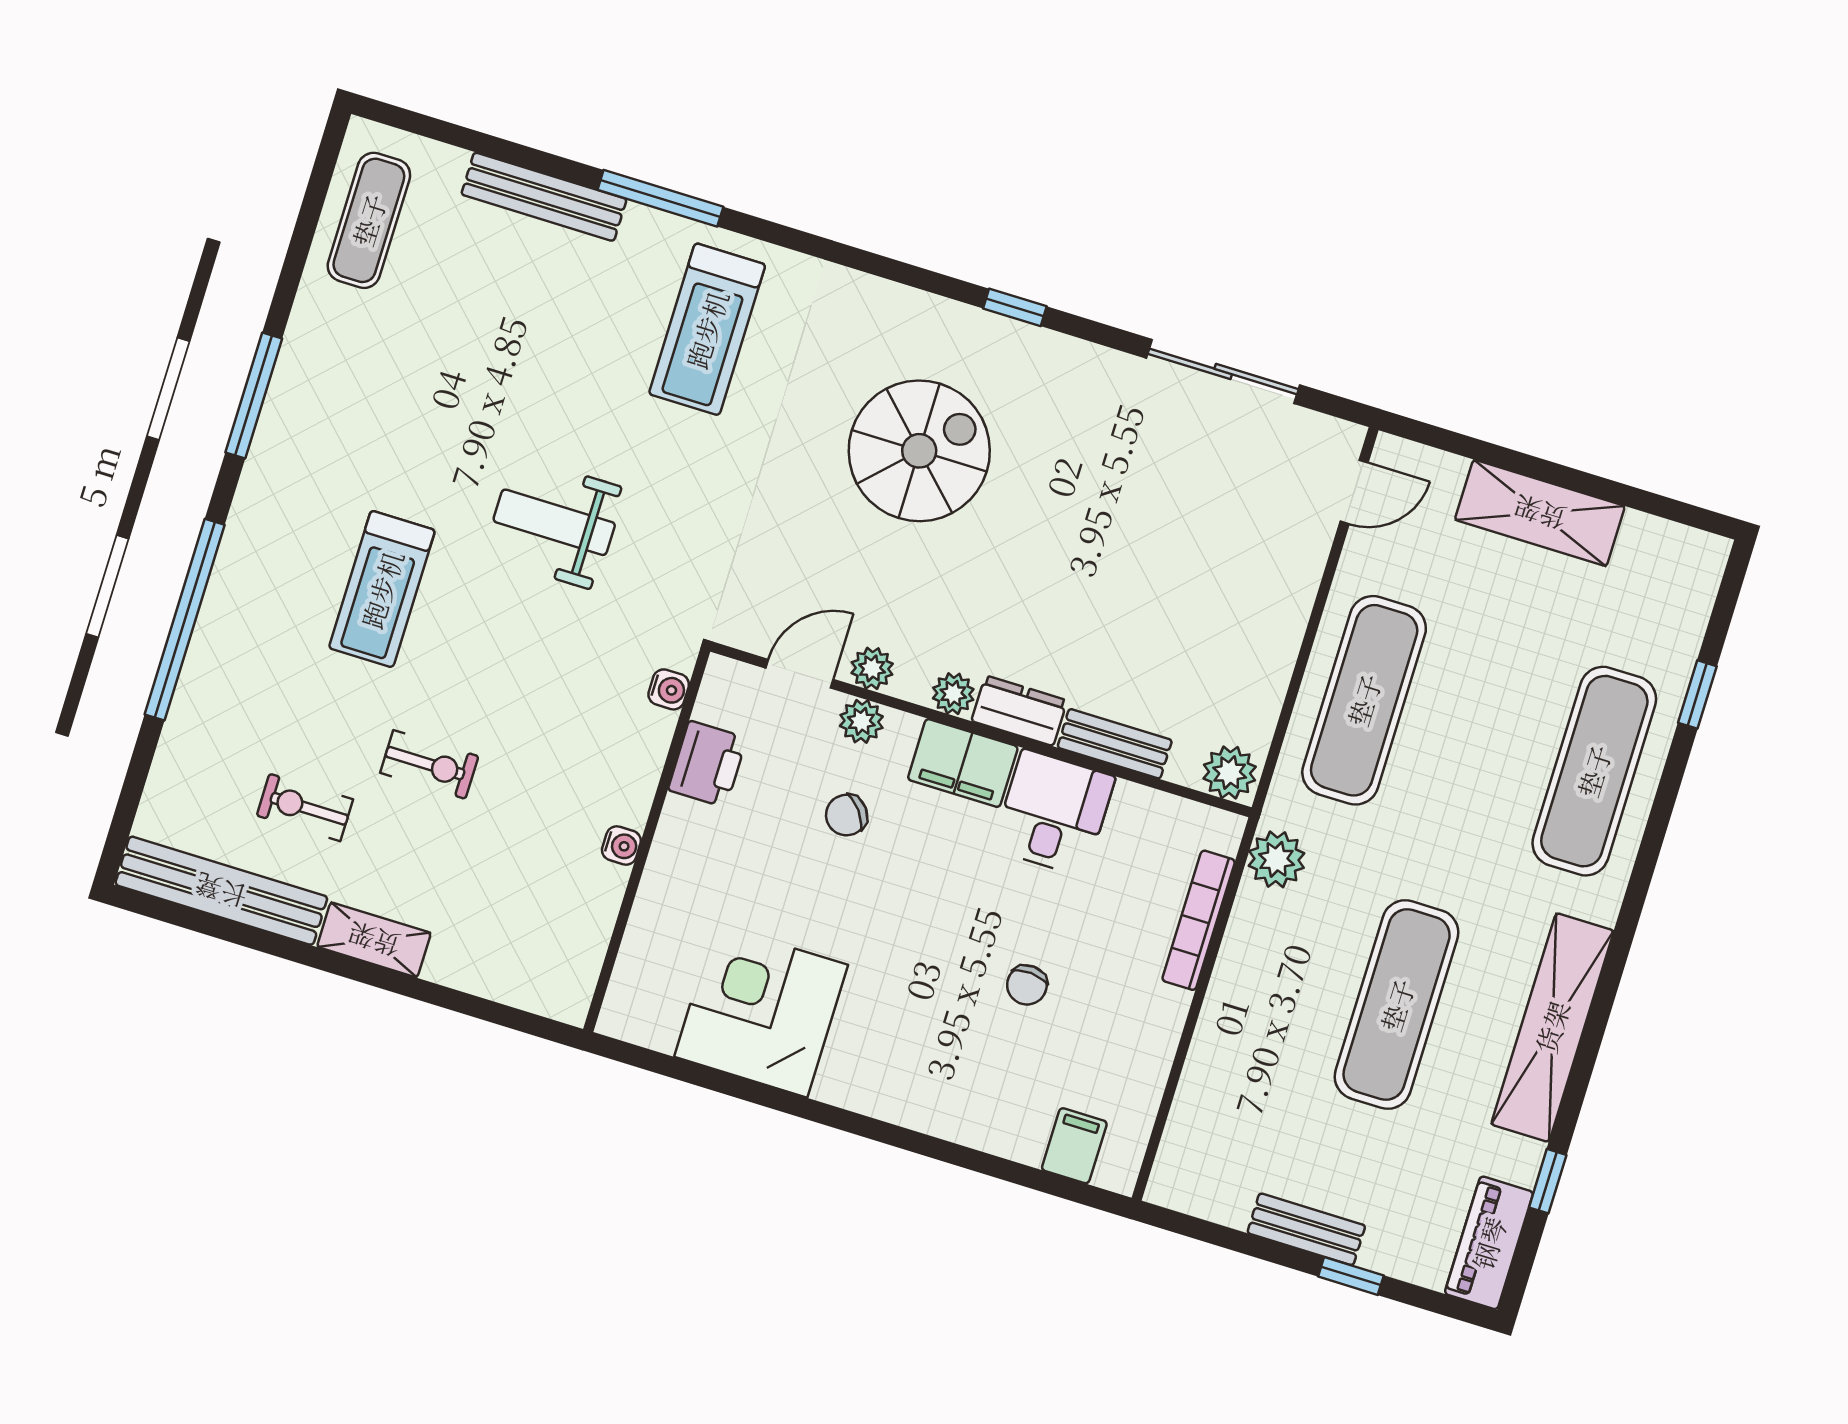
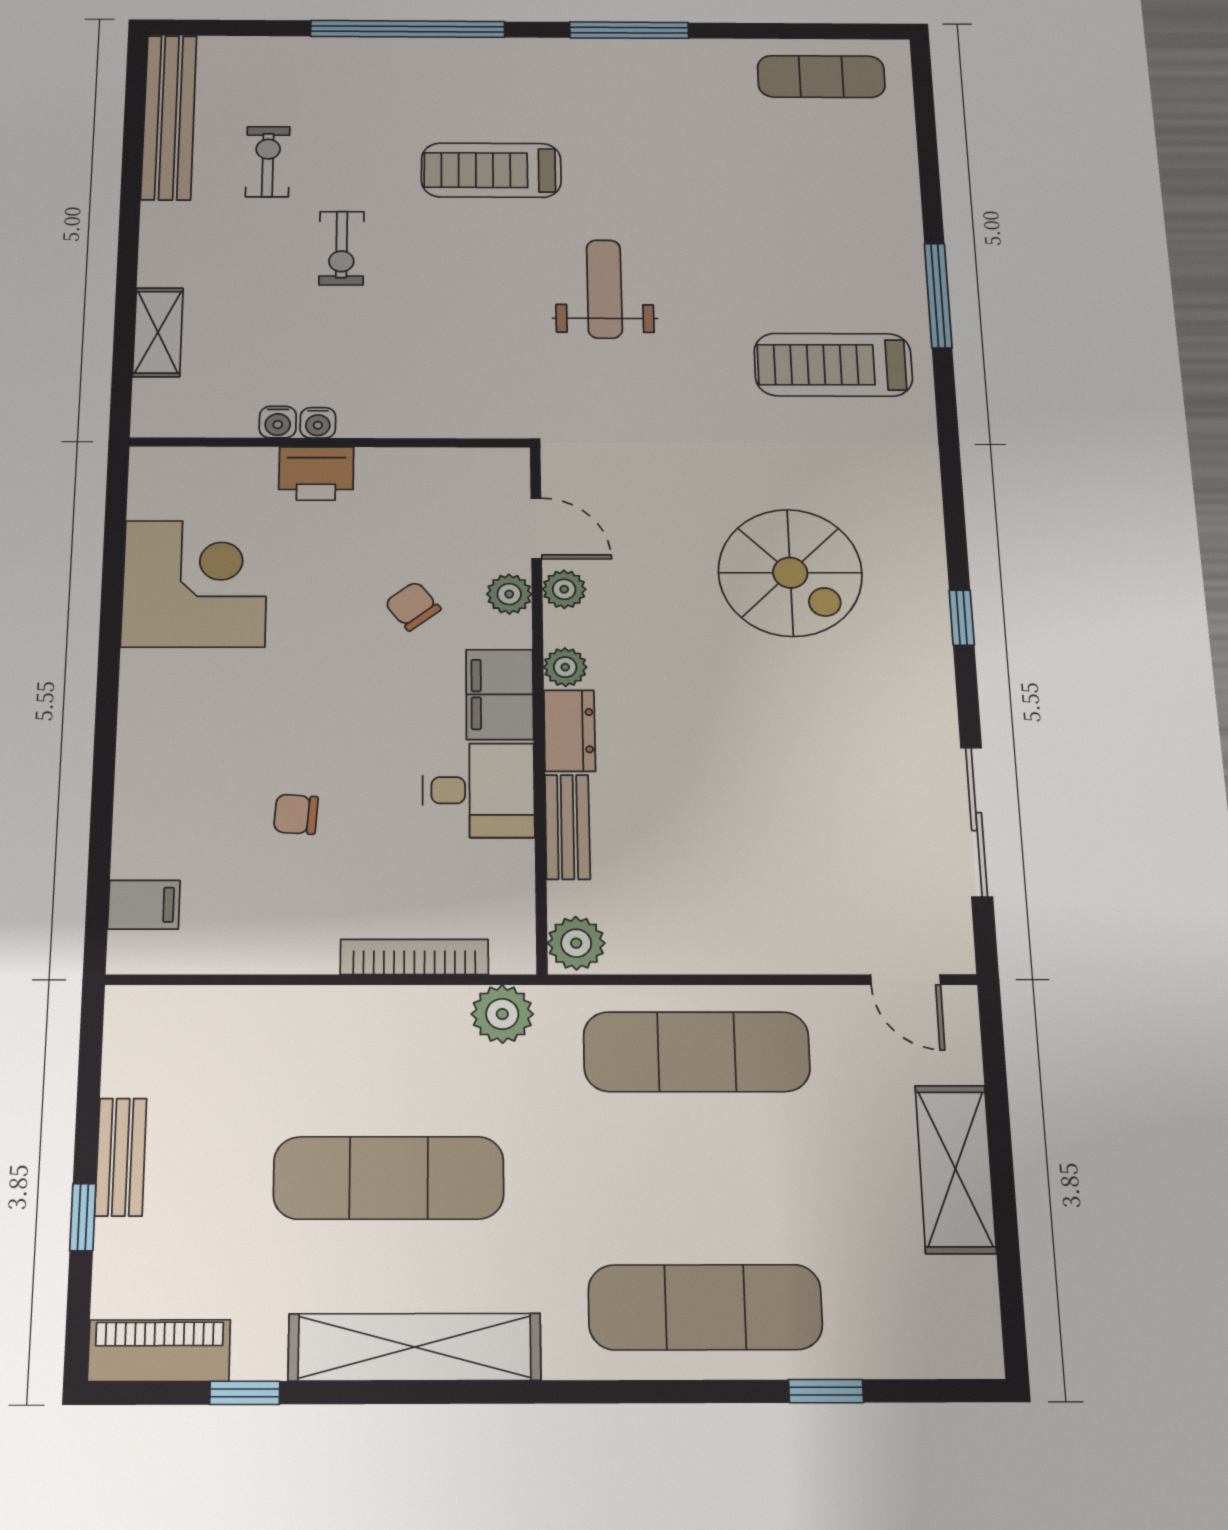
bench: (544, 197) -> (900, 204), removed
water cooler: (669, 689) -> (278, 422), moved
printer: (707, 764) -> (316, 474), moved
shelving: (374, 940) -> (158, 332), moved

